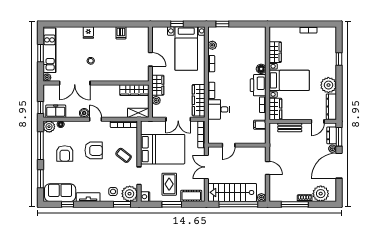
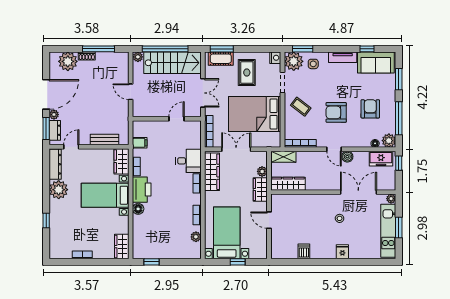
window: (222, 24) -> (151, 262), moved
wardrobe: (275, 52) -> (122, 247), moved
window: (172, 204) -> (222, 49), moved

